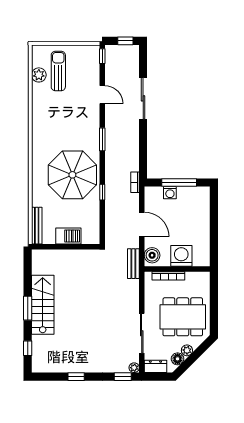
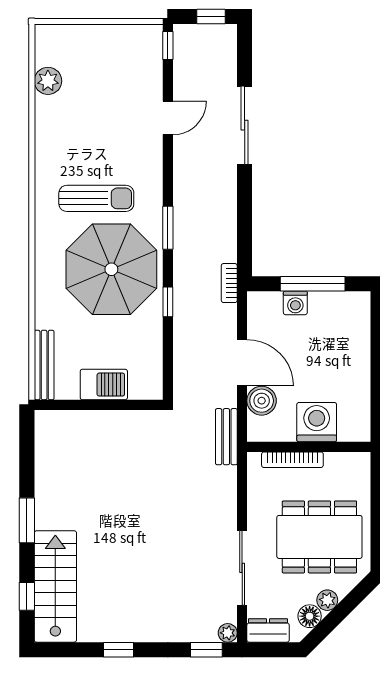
sun lounger: (58, 71) -> (96, 198), moved, turned 90
door: (102, 95) -> (168, 118), hinge flipped
window: (102, 139) -> (168, 228), moved
boiler: (152, 255) -> (262, 401), moved
stairs: (43, 305) -> (55, 586), moved

